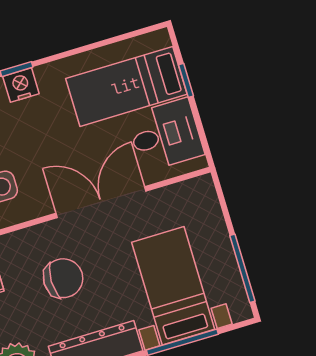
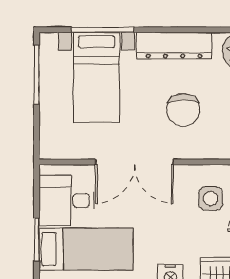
window: (186, 80) -> (37, 240), width x1.50
chair: (63, 278) -> (183, 110), turned -90

